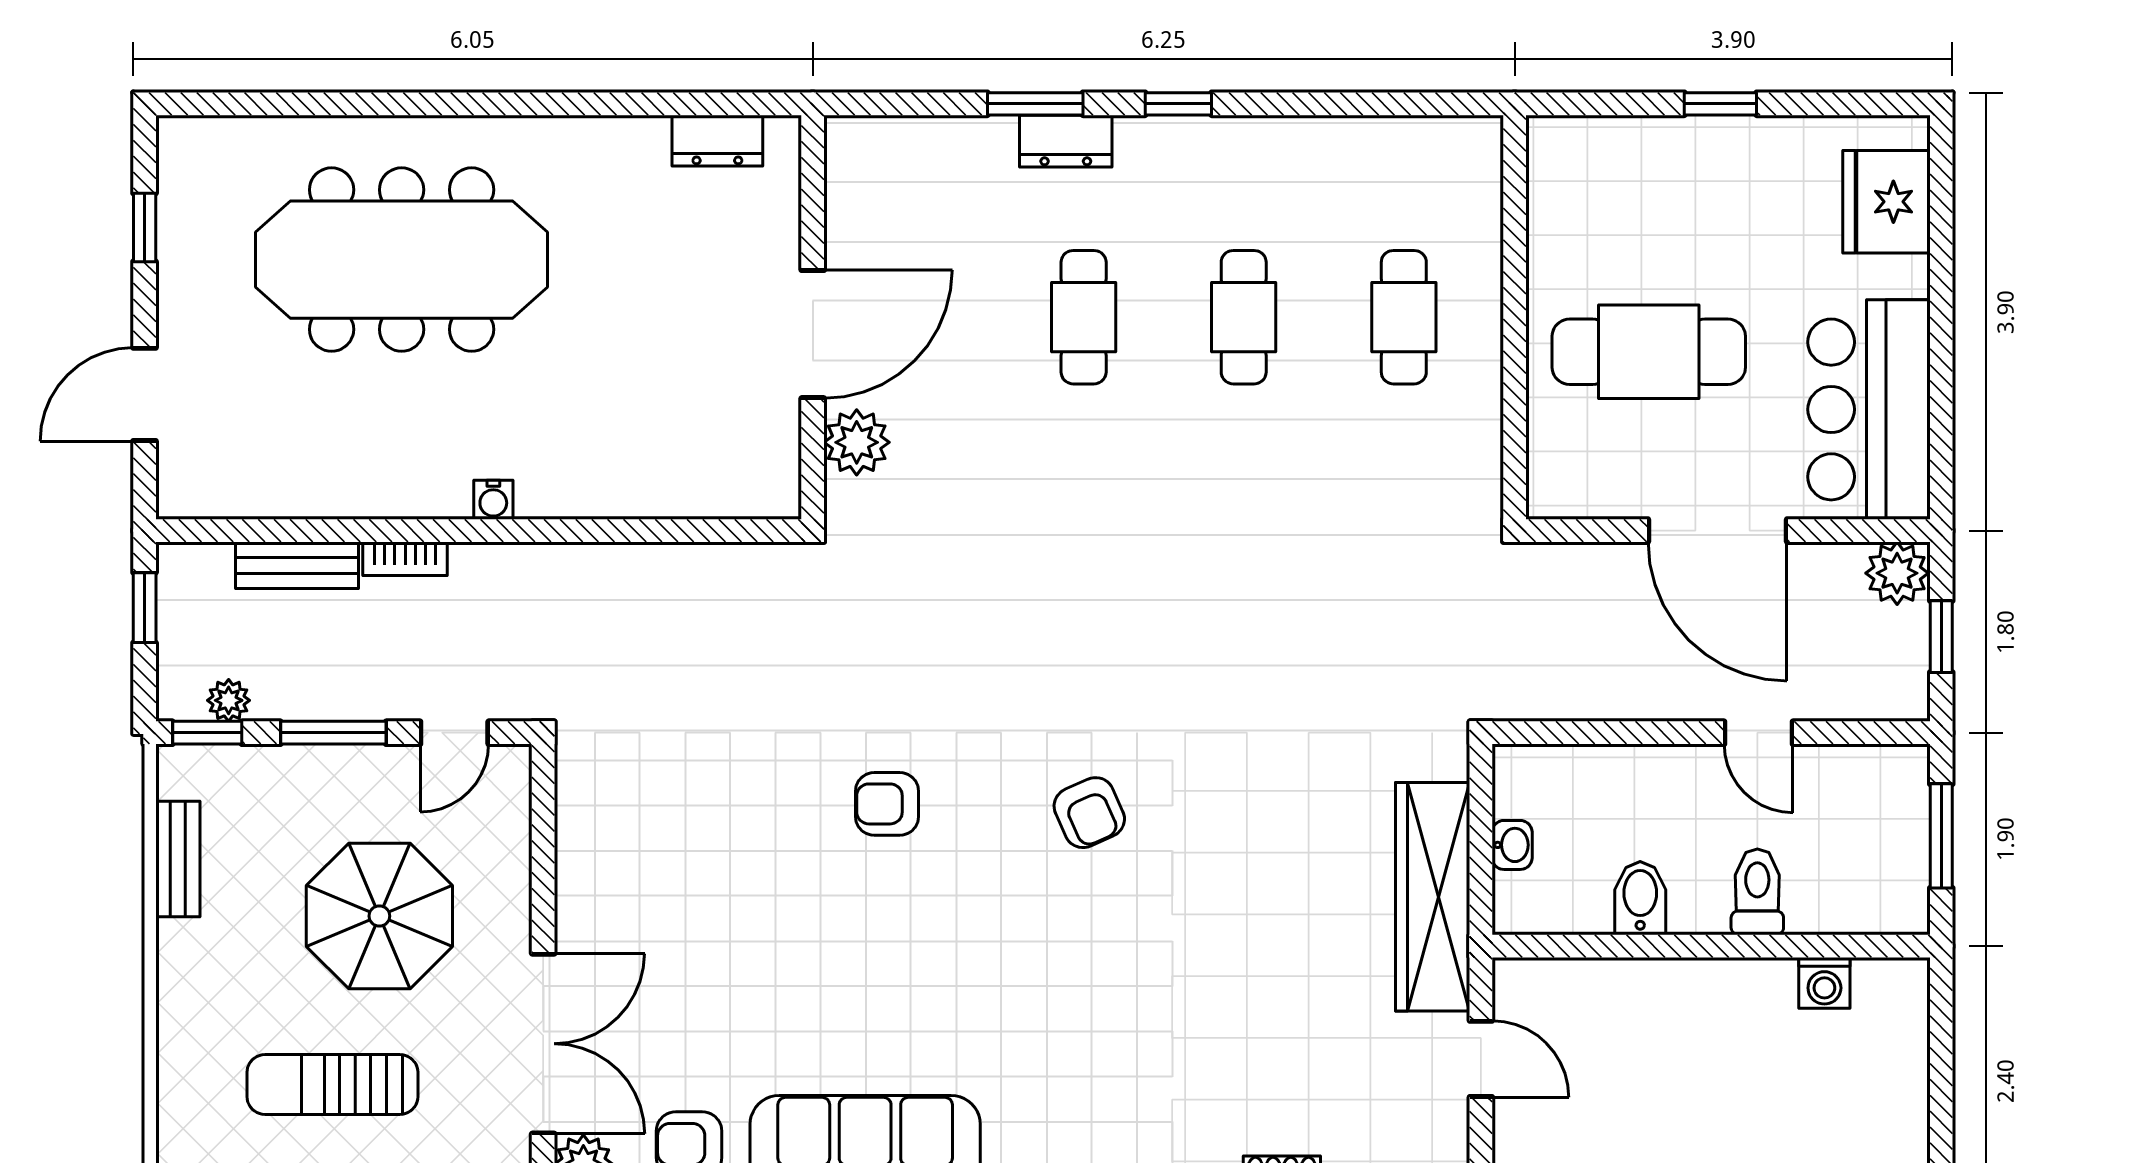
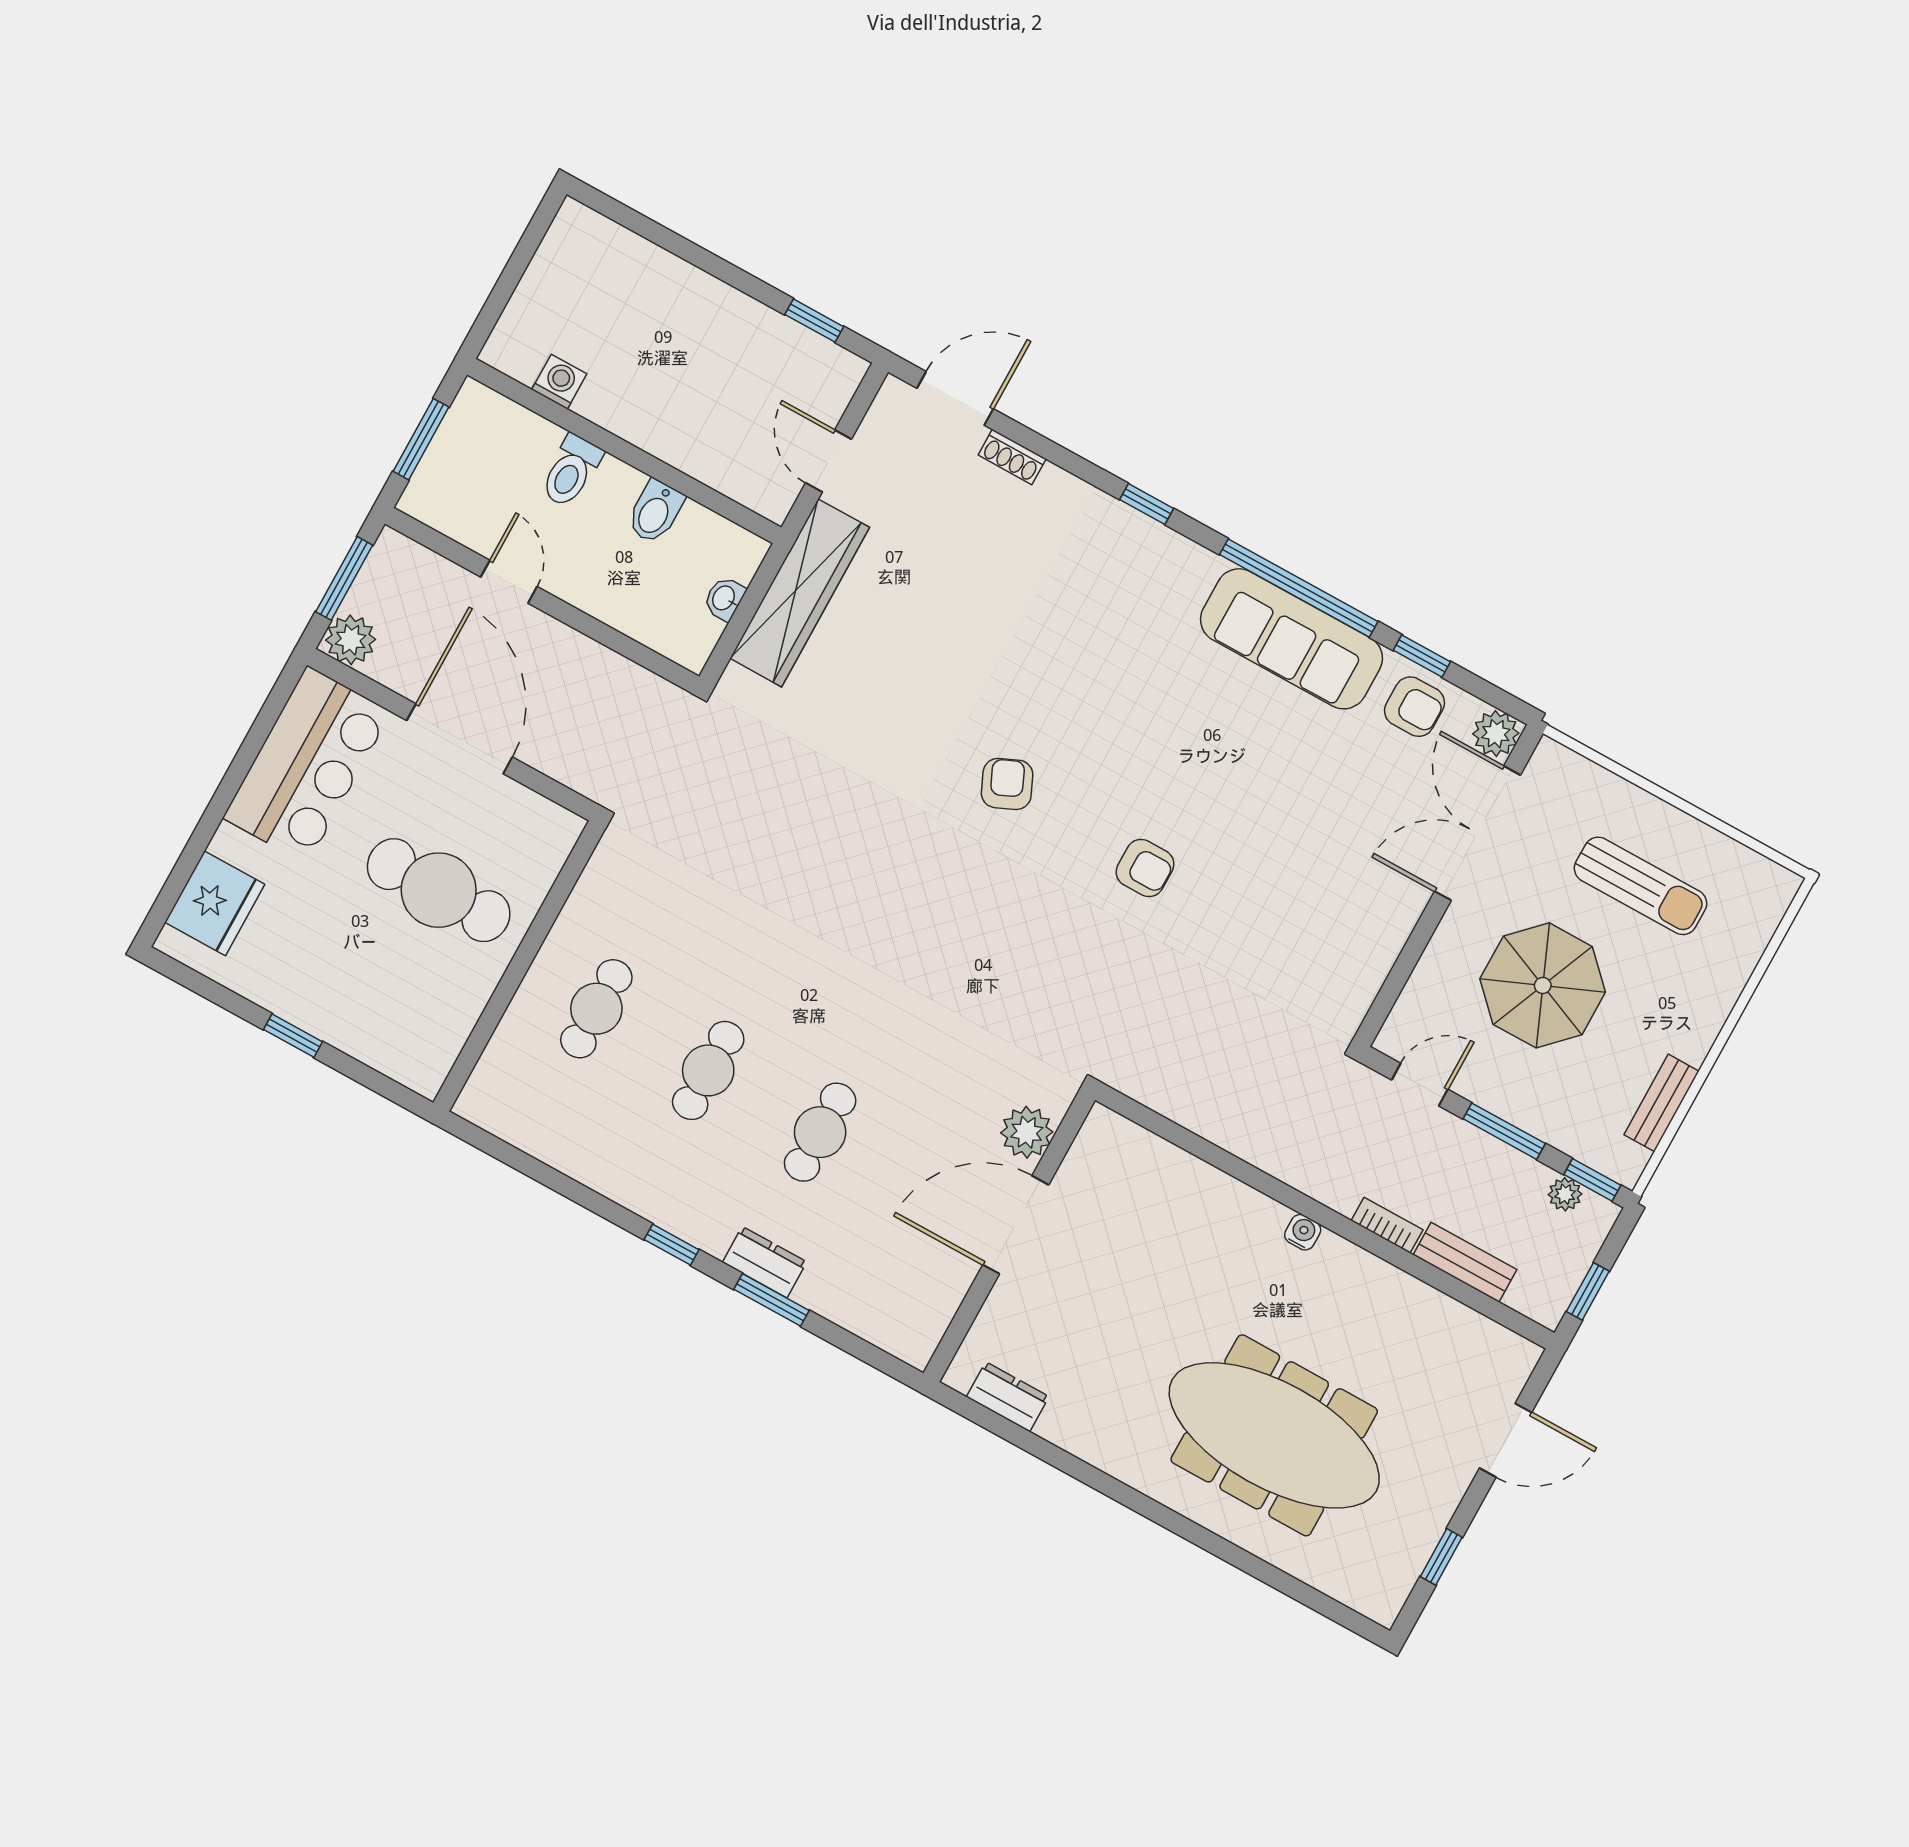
window: (1941, 637) -> (344, 578), width x1.50

